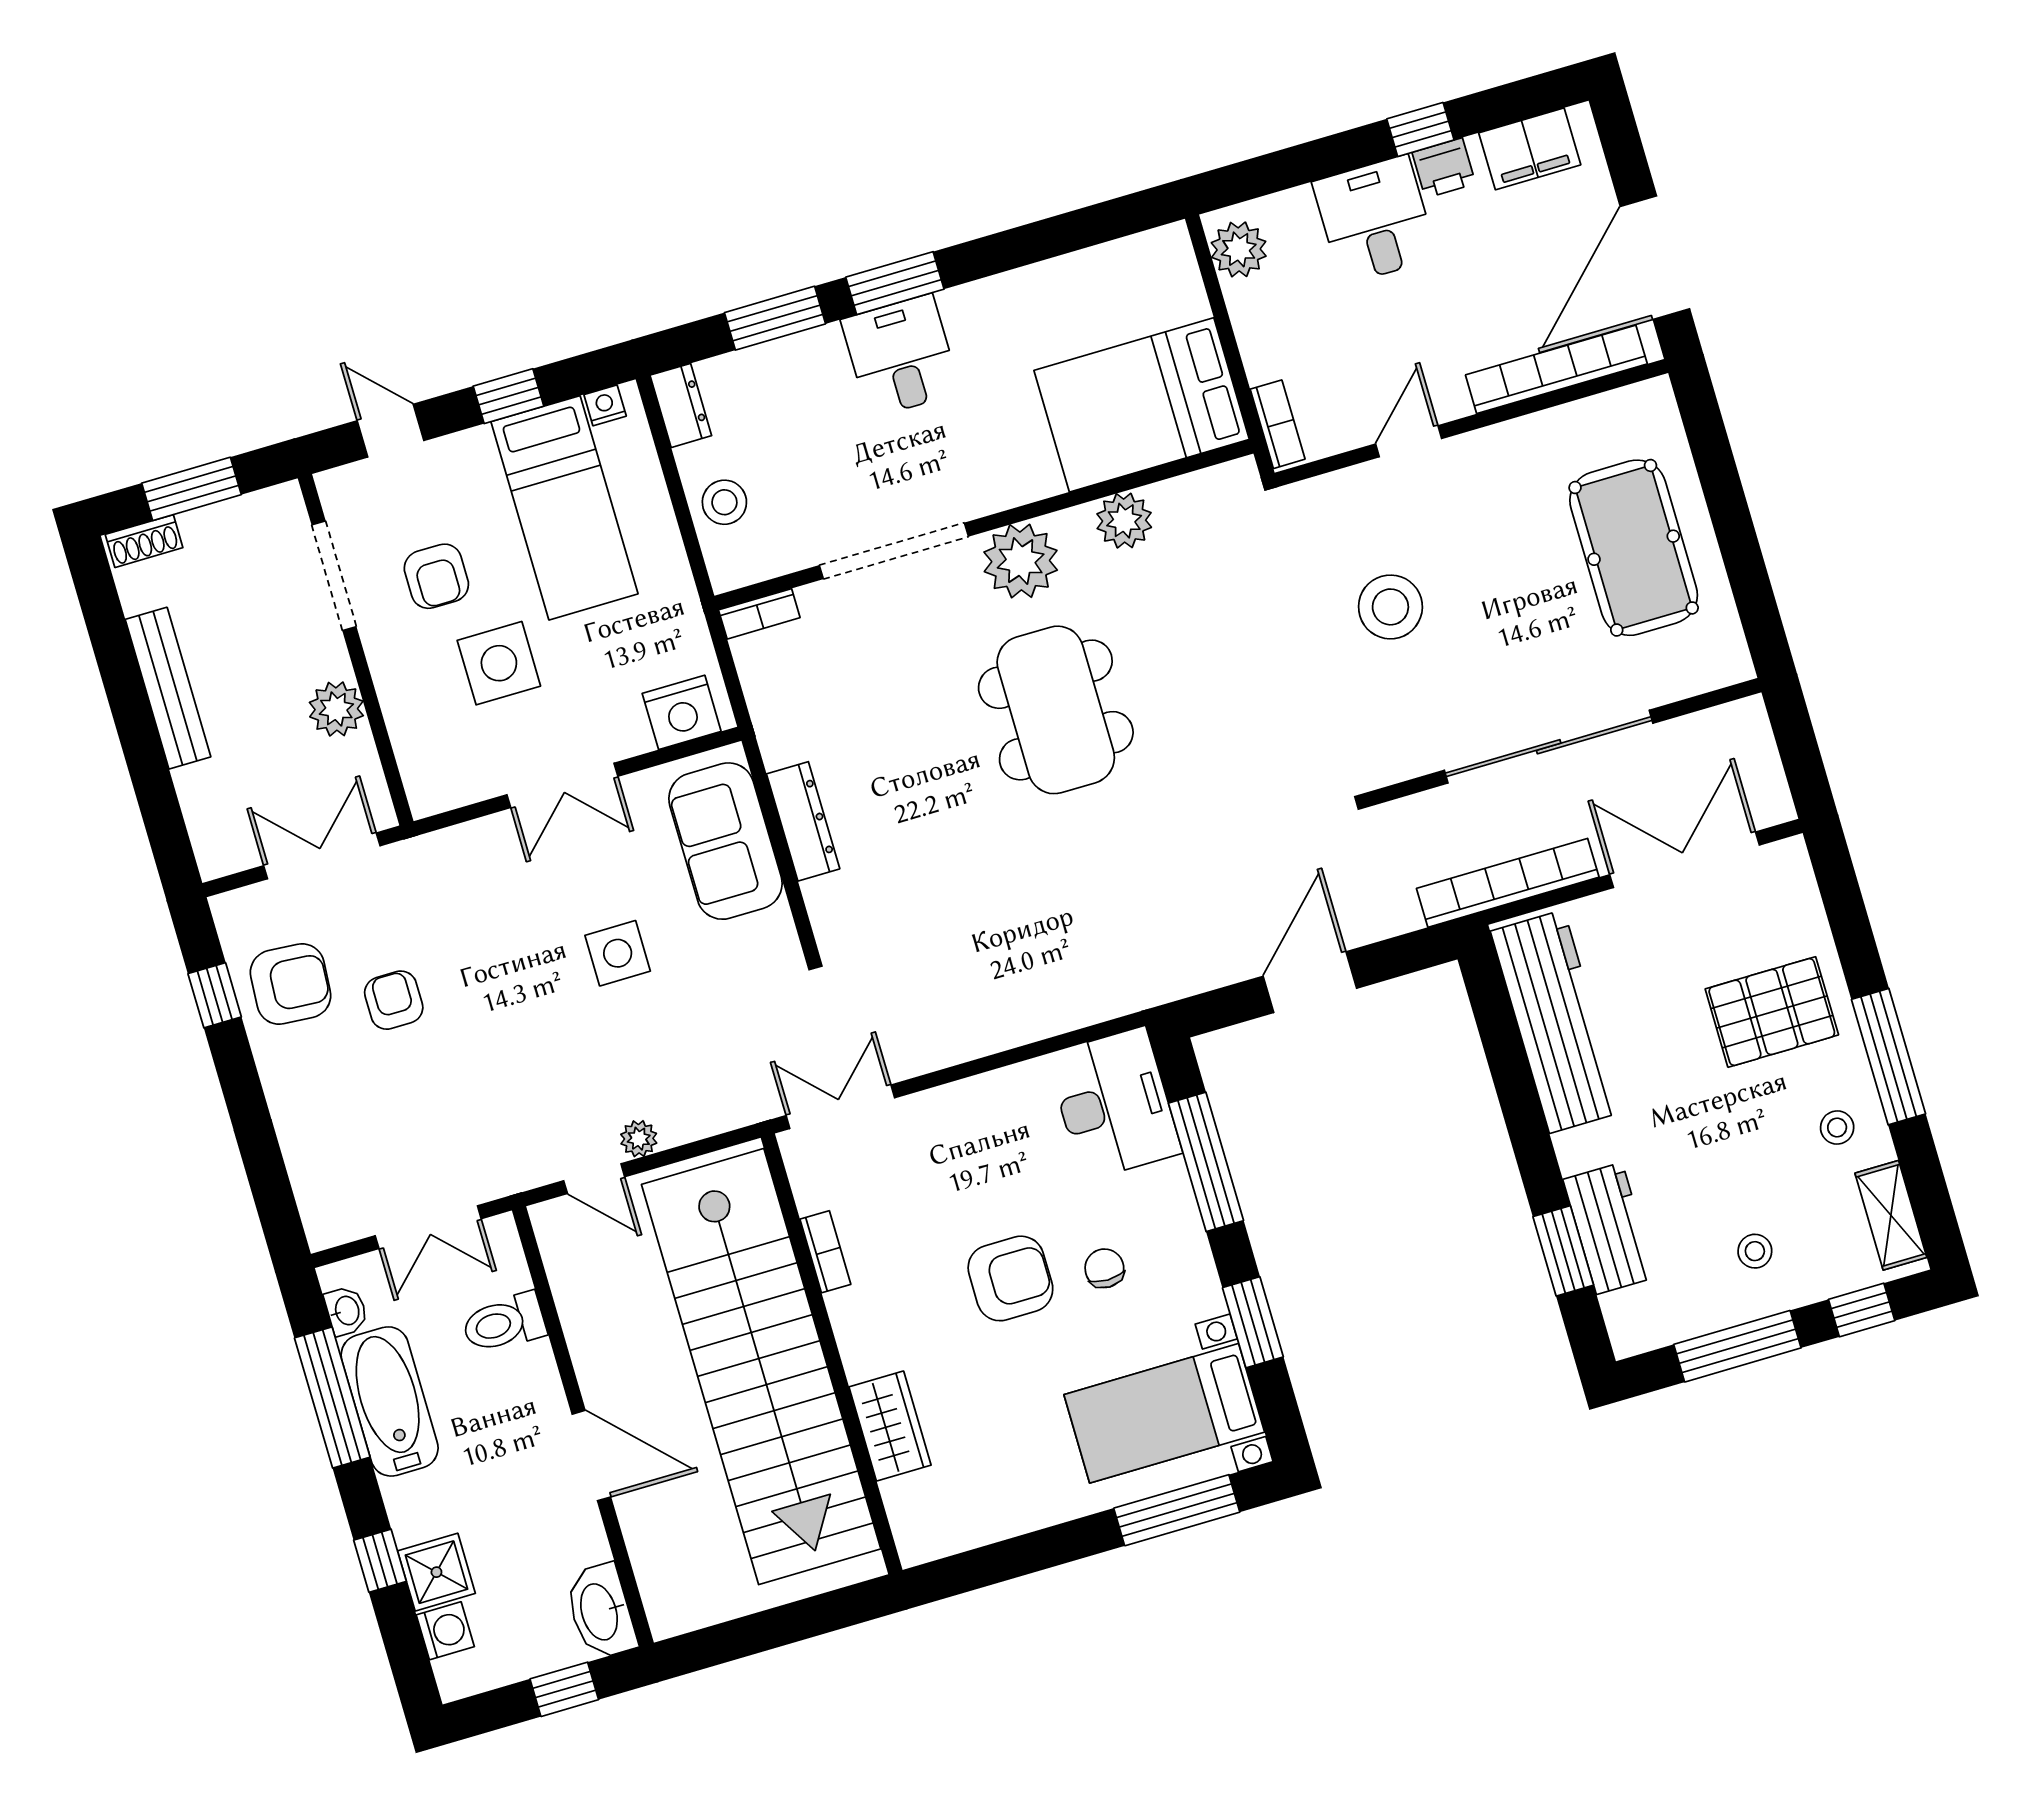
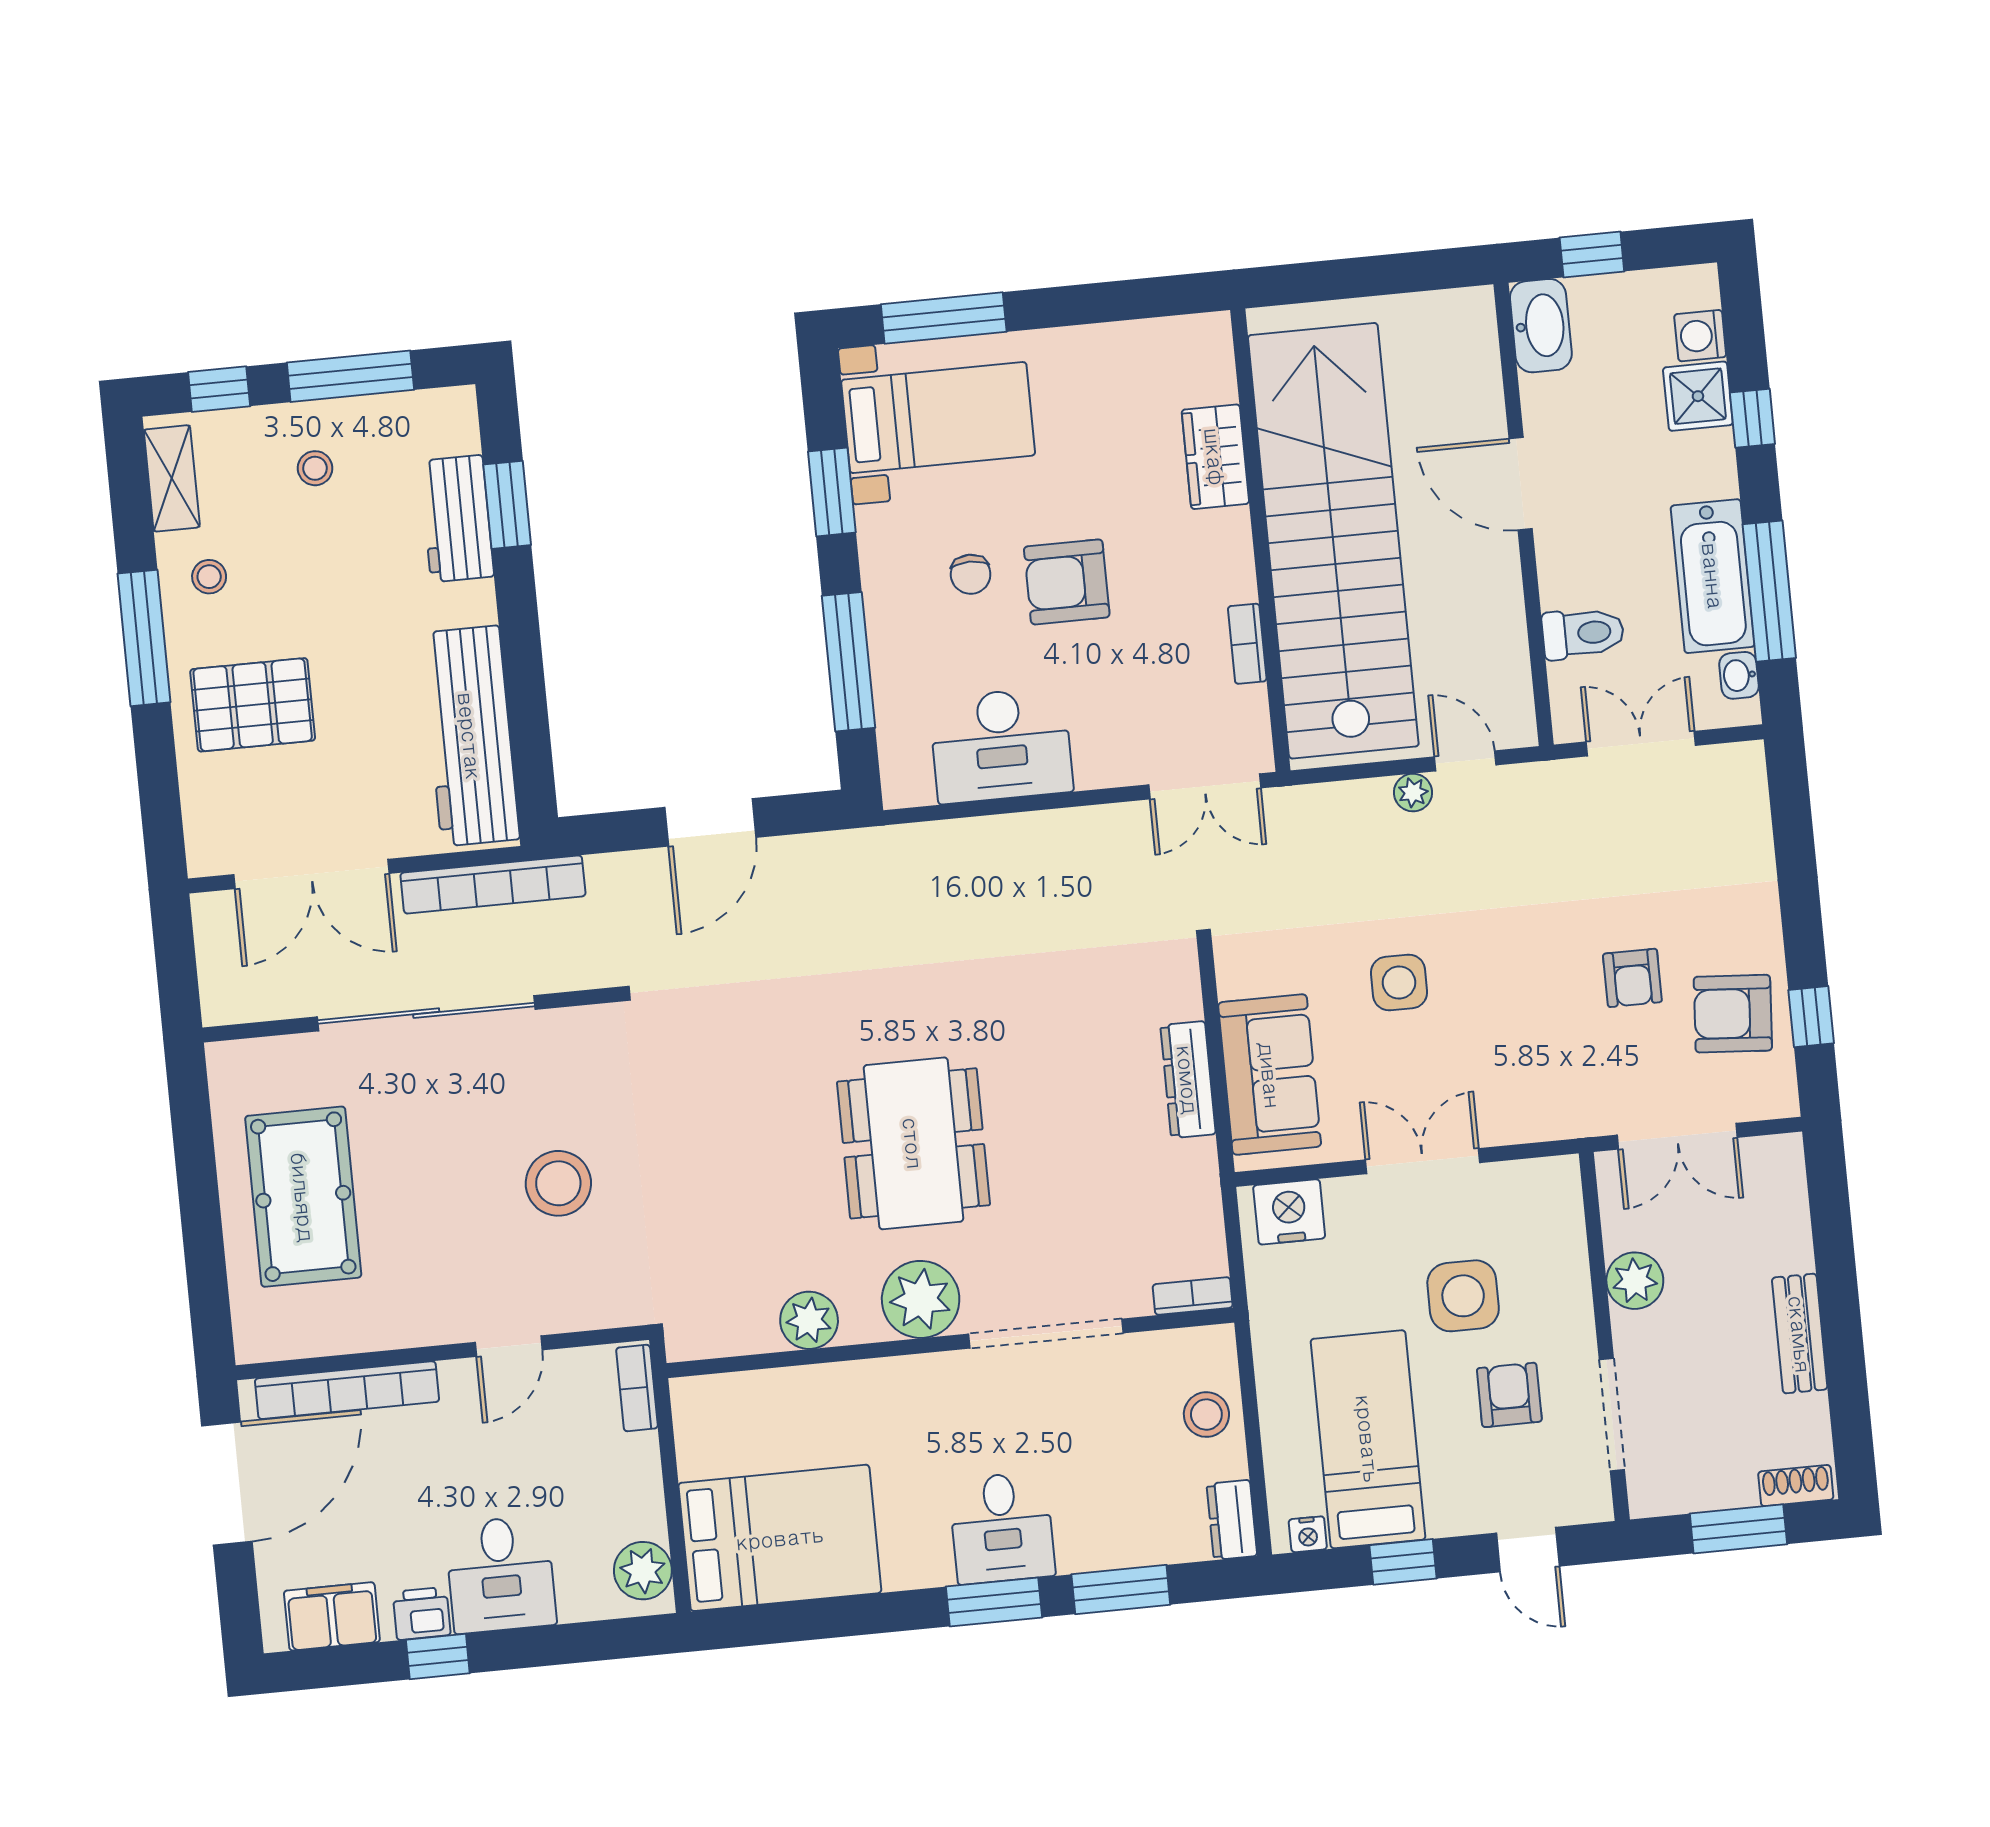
bed: (1142, 405) -> (780, 1538), moved
bench: (168, 688) -> (1800, 1334), width x0.73
desk: (1114, 1104) -> (1001, 745), moved, turned -90

